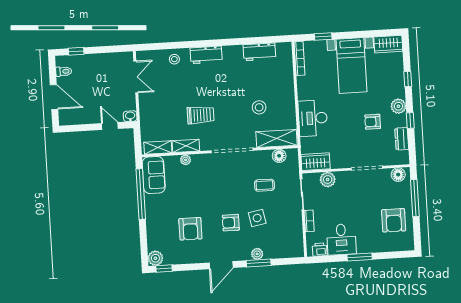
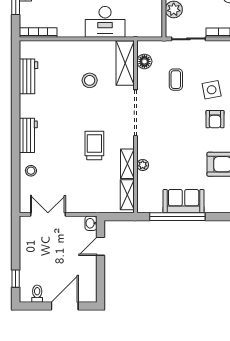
wardrobe: (316, 162) -> (153, 22), removed
sofa: (154, 175) -> (184, 201), moved

